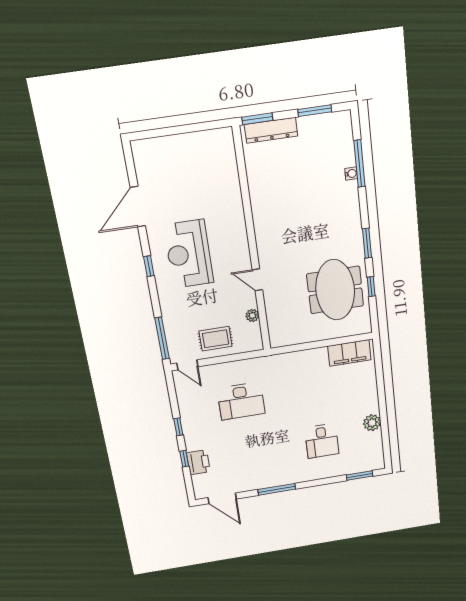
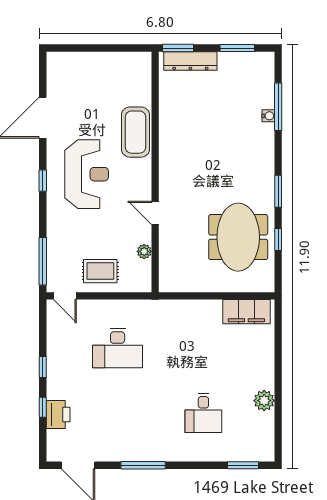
coffee table: (228, 208) -> (135, 132), added
reception desk: (189, 254) -> (87, 174), turned 180

